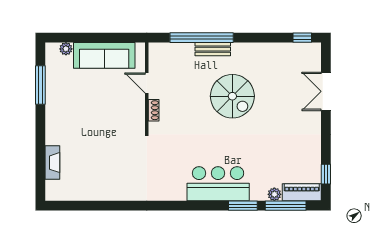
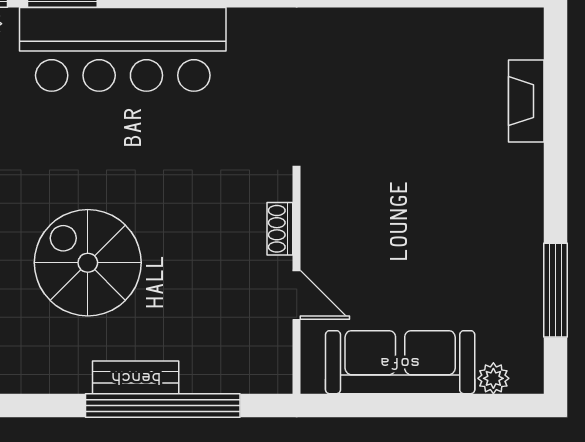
bar counter: (218, 184) -> (123, 49), width x1.36

